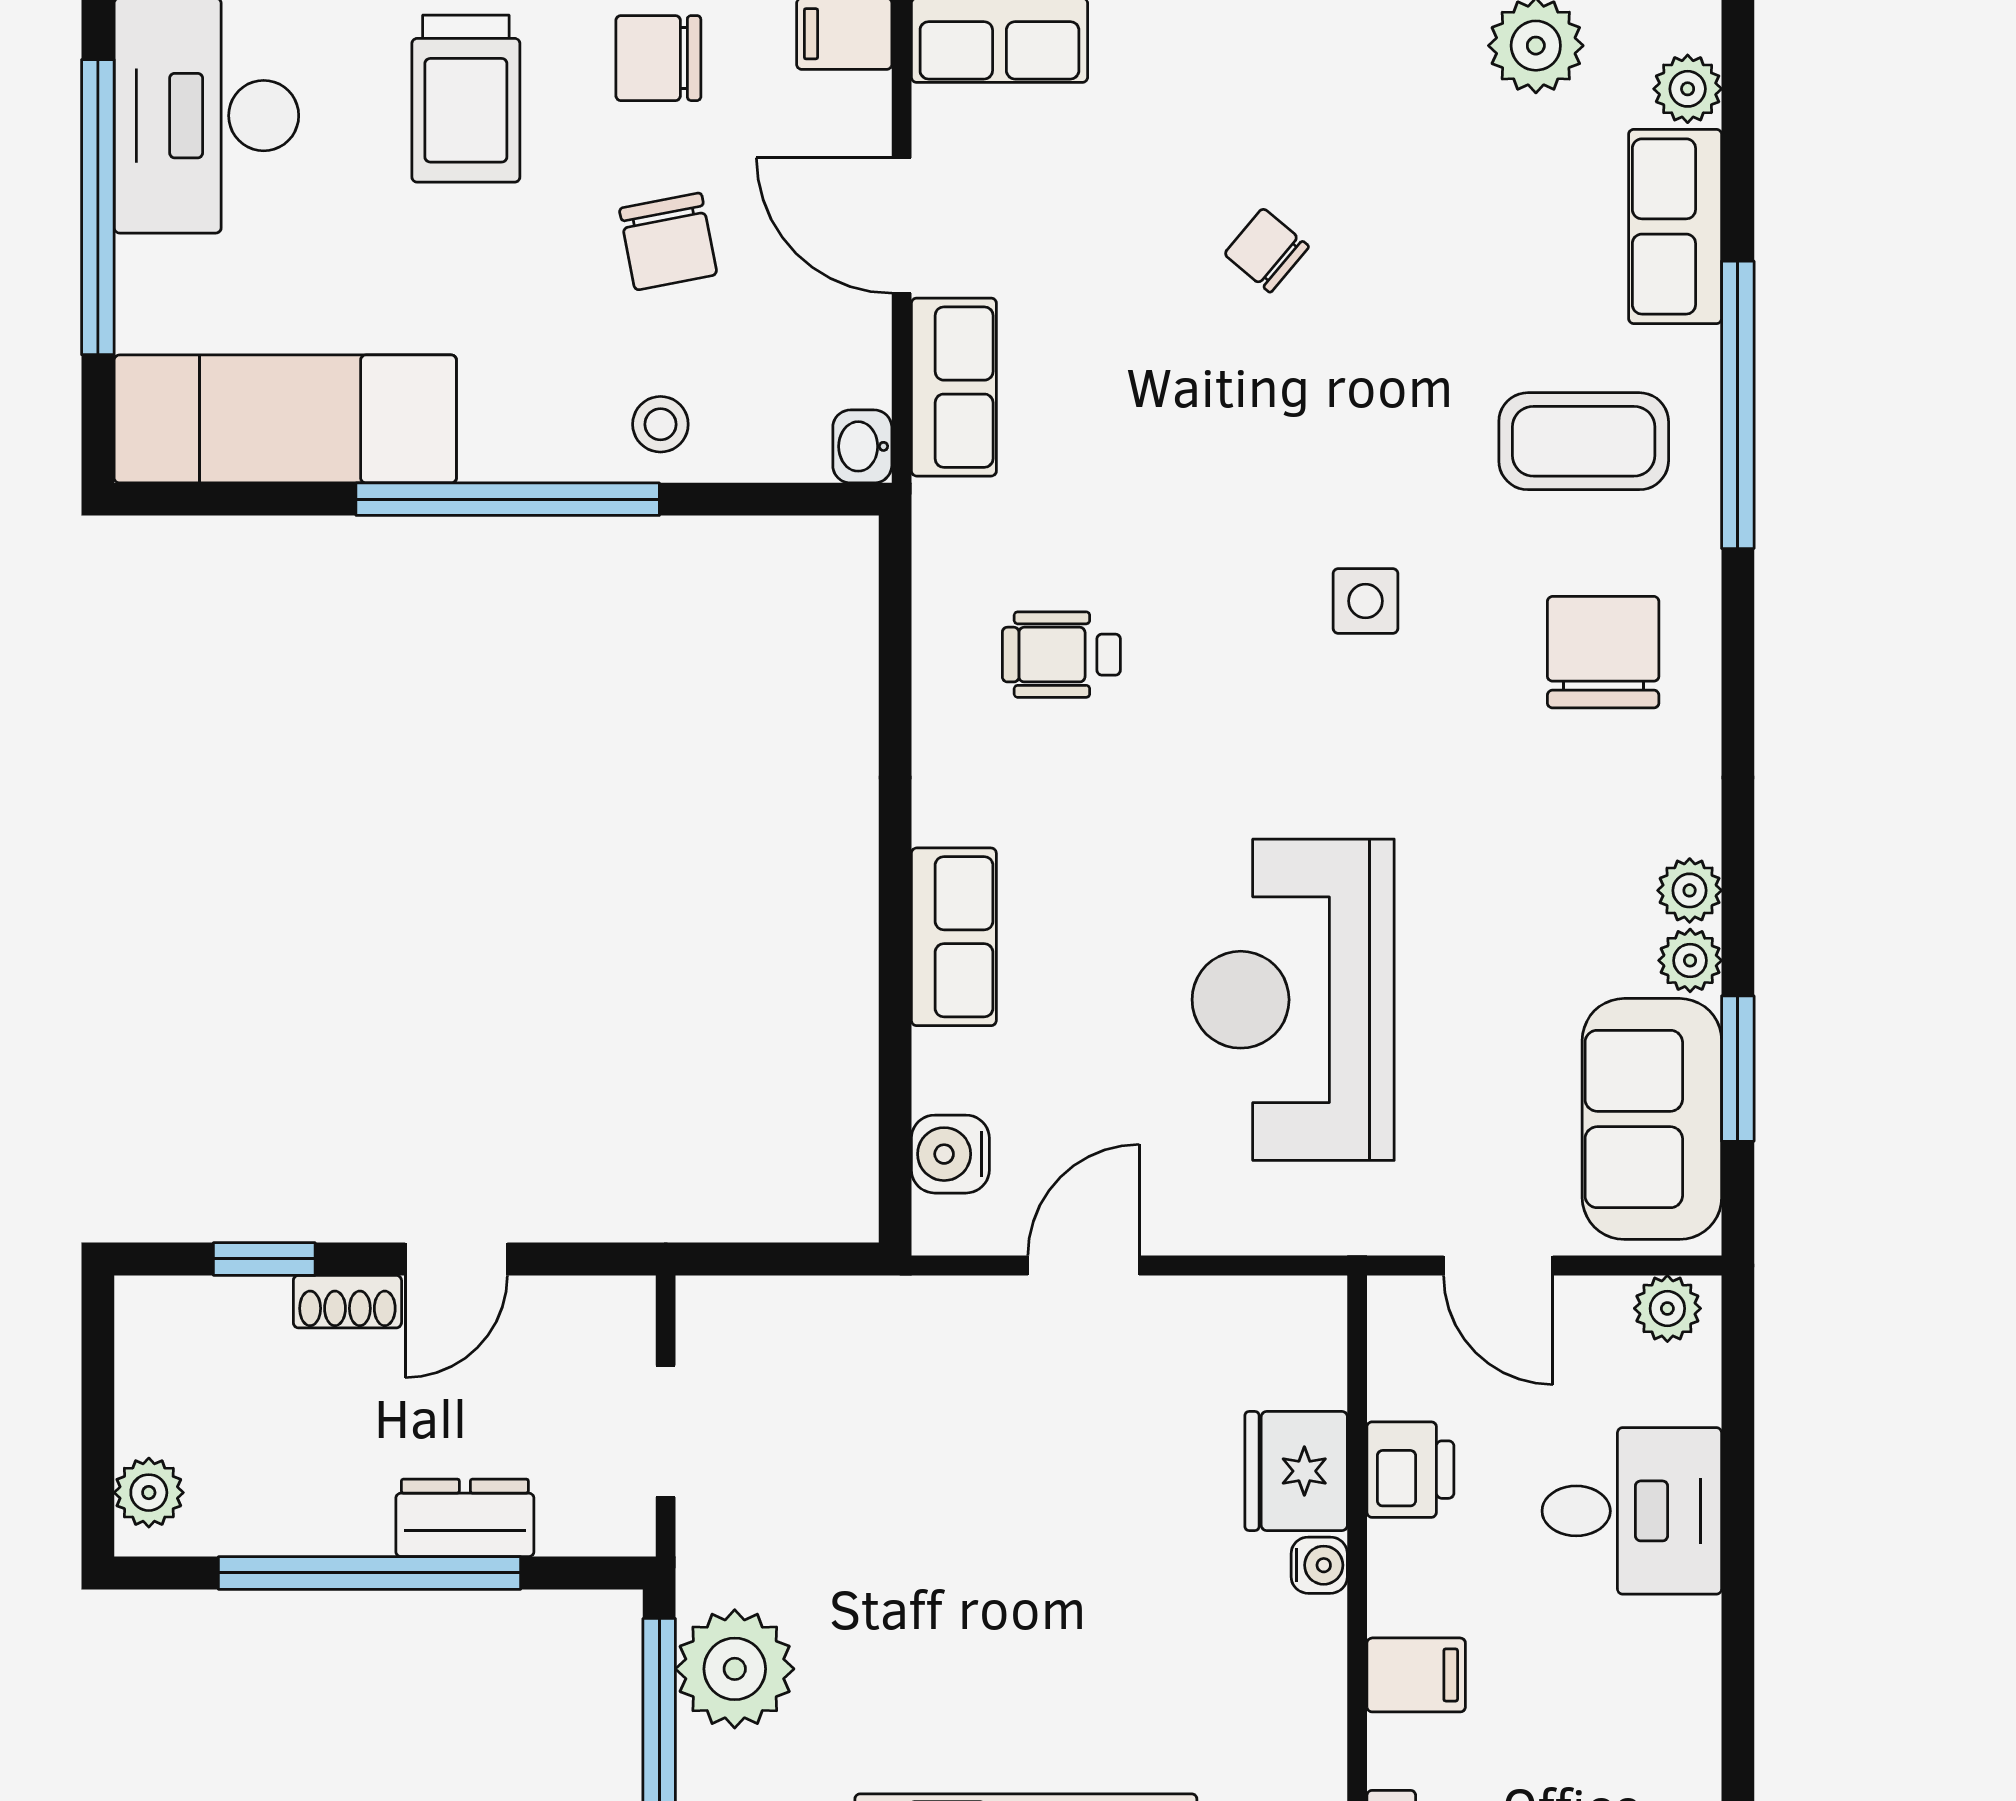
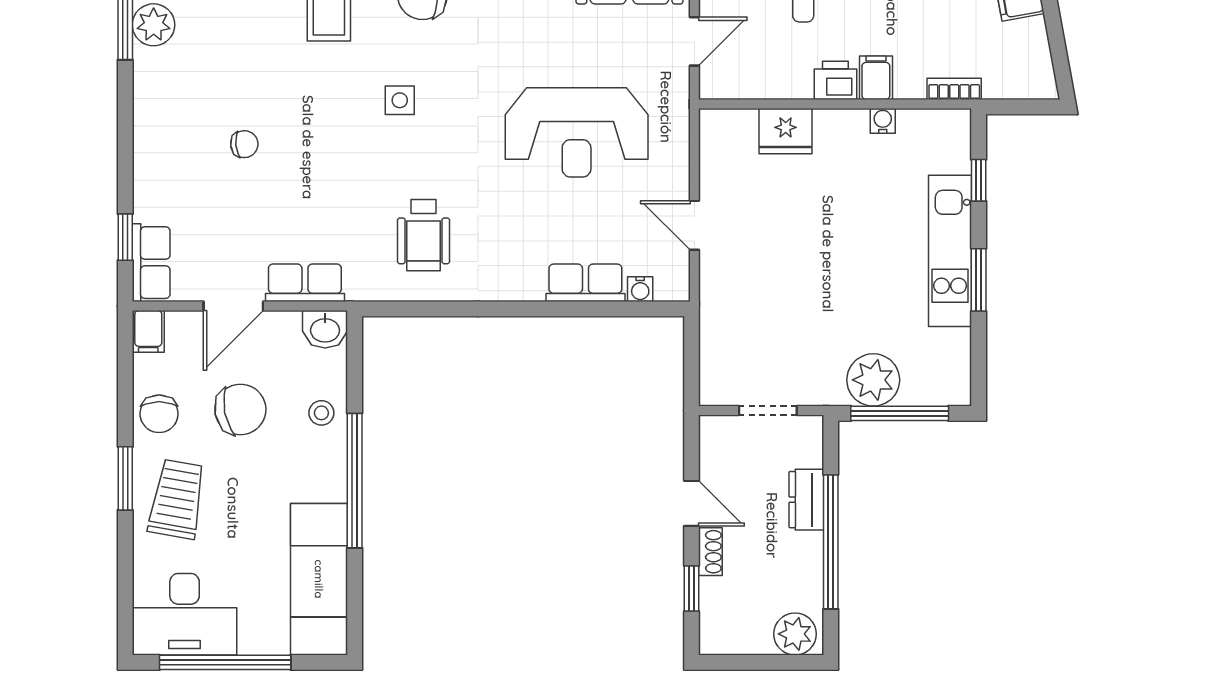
trolley: (466, 99) -> (177, 499), turned -80
chair: (668, 242) -> (240, 409), width x1.37, depth x1.37
chair: (1267, 250) -> (244, 144), turned -135
washbasin: (862, 446) -> (325, 329), width x1.38, depth x1.45
wheelchair: (1061, 655) -> (424, 235), width x1.36, depth x1.37
row of seats: (954, 937) -> (585, 283), moved
water cooler: (950, 1154) -> (640, 289), width x0.72, depth x0.72
printer: (1410, 1470) -> (835, 80), moved
plant: (149, 1493) -> (795, 634), width x1.38, depth x1.38
water cooler: (1319, 1565) -> (883, 121), moved

